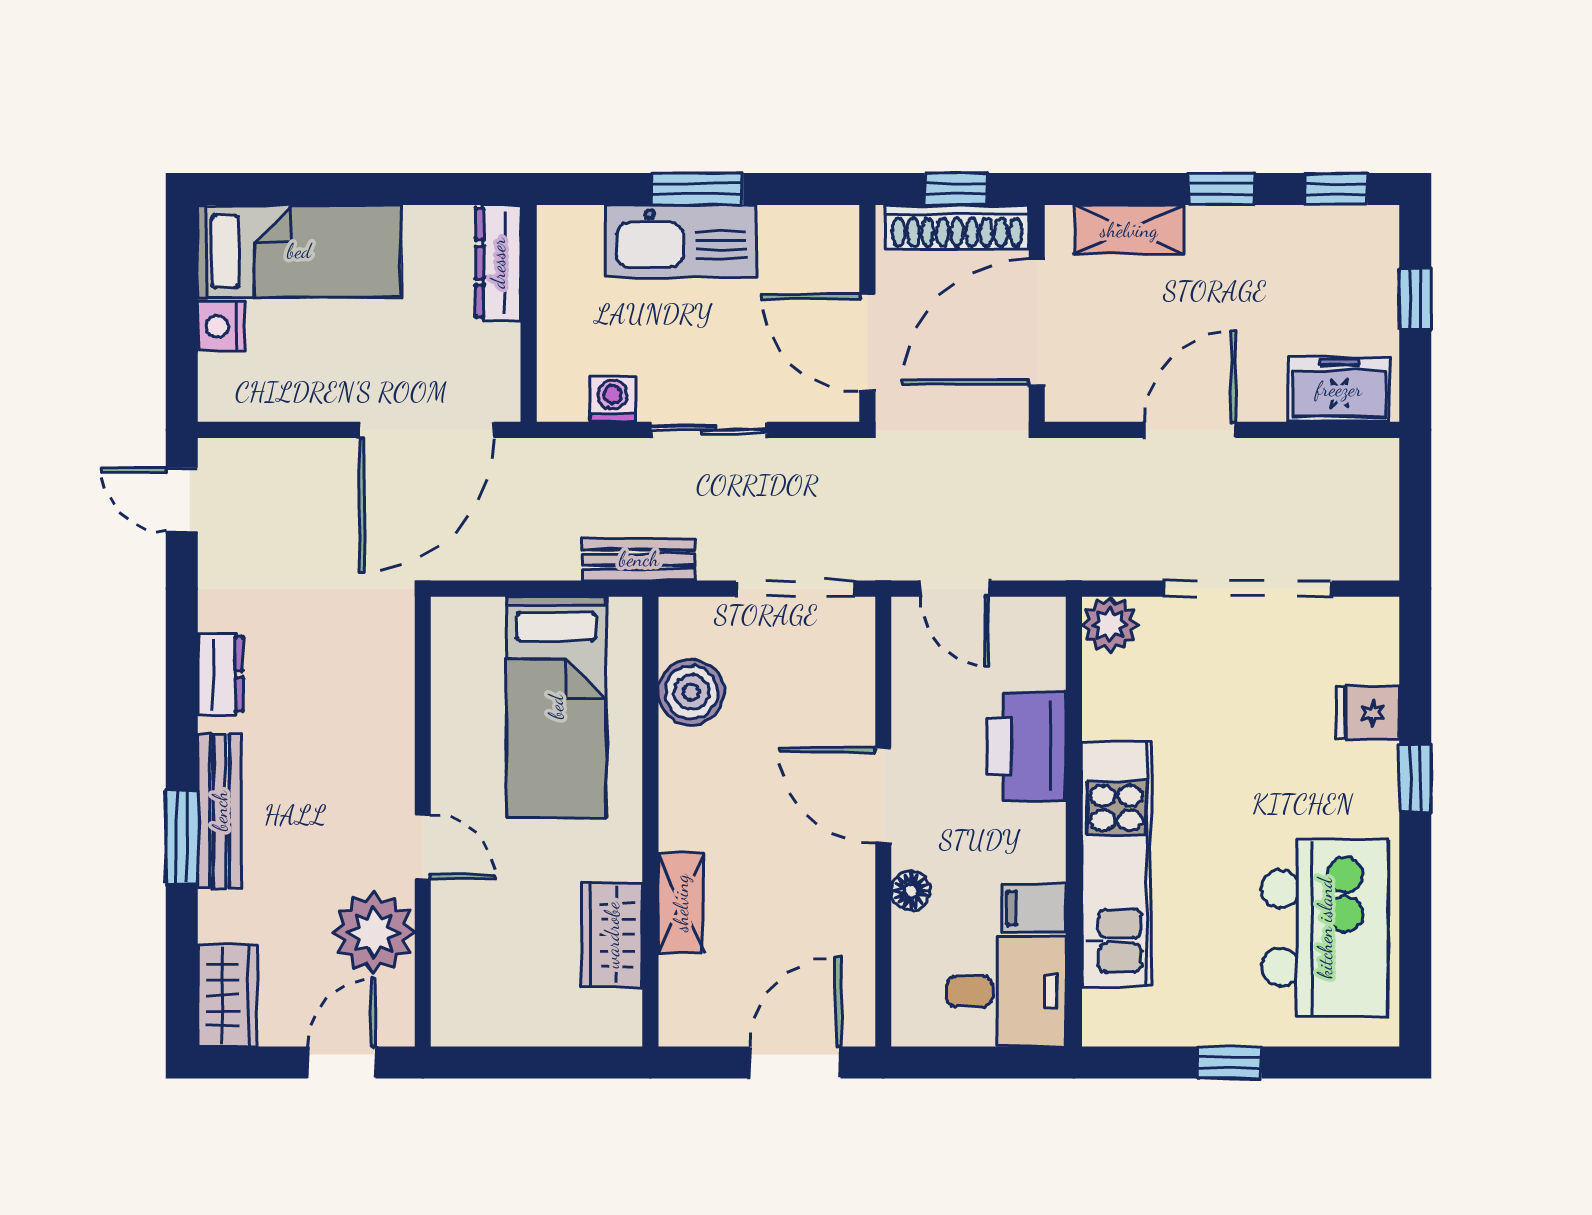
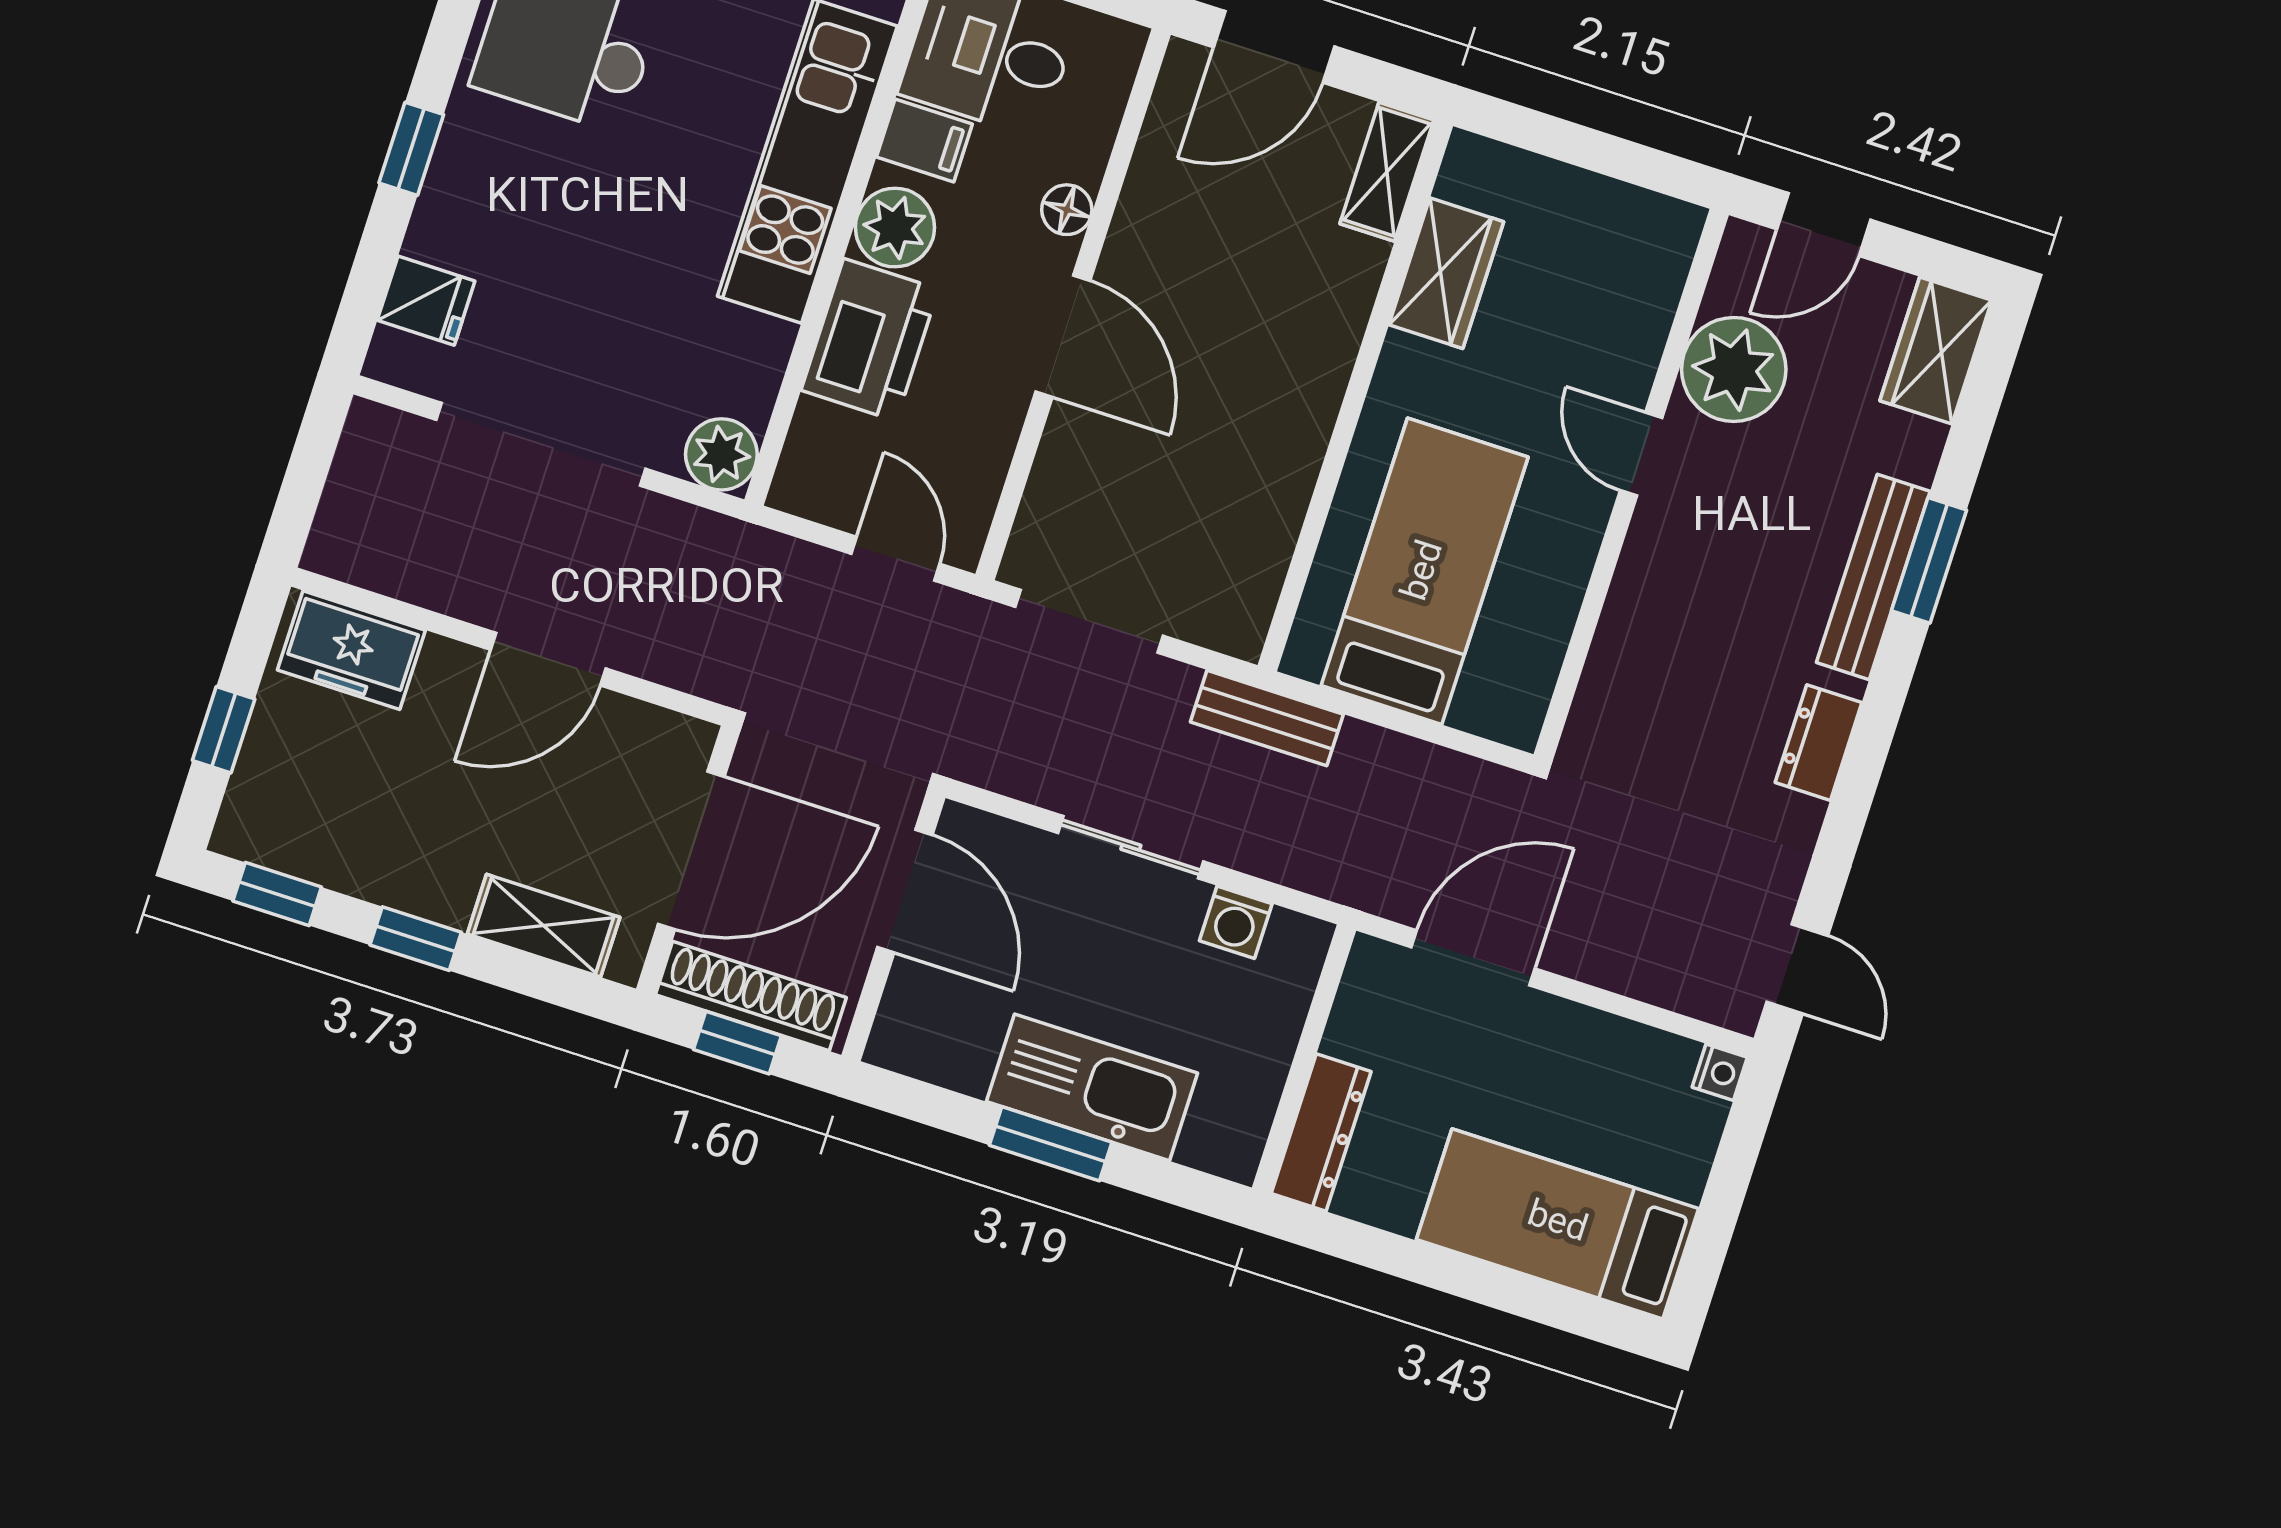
nightstand: (221, 326) -> (1720, 1072), moved, width x0.72, depth x0.74
door: (427, 430) -> (1473, 958), width x0.73
boiler: (691, 692) -> (1255, 536), removed
fridge: (1368, 713) -> (426, 301), moved
plant: (1035, 836) -> (895, 228), added
shelving: (681, 903) -> (1387, 172), moved

